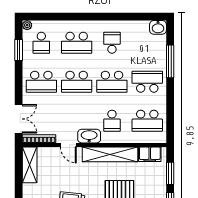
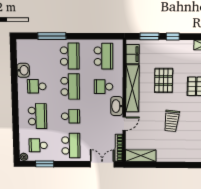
washbasin: (158, 27) -> (23, 70), moved
school desk: (41, 43) -> (38, 145), turned 180
school desk: (77, 82) -> (70, 116), width x0.54
school desk: (147, 82) -> (70, 56), turned 180
school desk: (112, 121) -> (104, 87), turned 180

